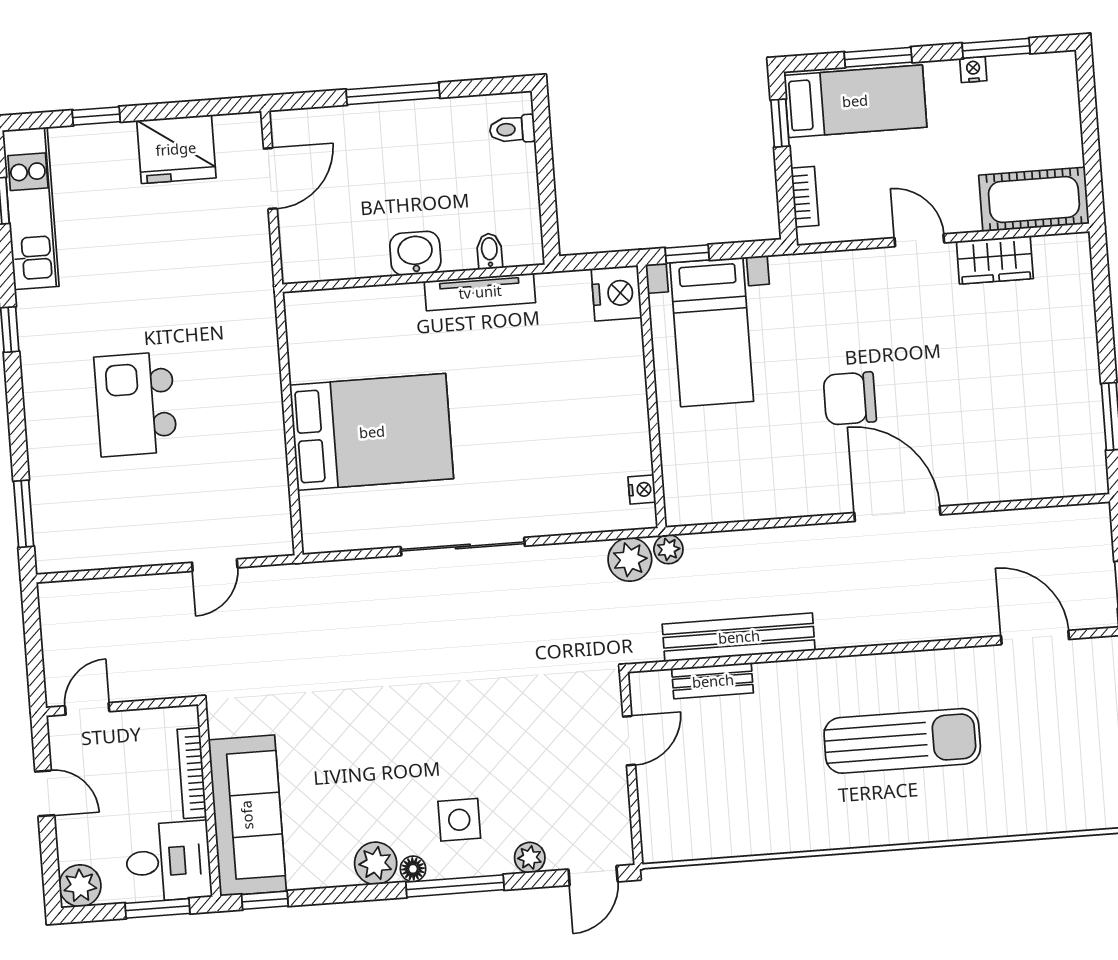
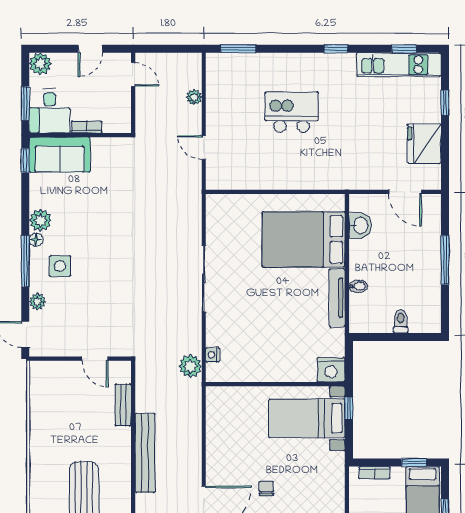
toilet: (512, 129) -> (401, 321), moved
bidet: (490, 251) -> (358, 286), moved
washbasin: (415, 253) -> (360, 225), moved
chair: (850, 398) -> (266, 488), width x0.54, depth x0.54
bed: (372, 432) -> (304, 239), moved, turned 90
nightstand: (642, 489) -> (213, 355), moved, turned 90
plant: (668, 549) -> (194, 97), moved
bench: (739, 637) -> (145, 453), moved
bookcase: (192, 773) -> (87, 127), width x0.64
sofa: (247, 815) -> (60, 155), width x0.73

